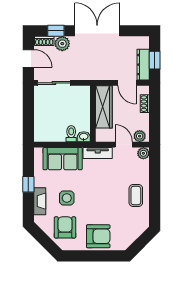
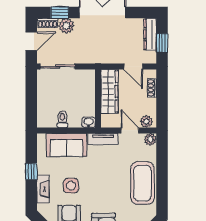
door: (28, 58) -> (31, 41), hinge flipped
dresser: (143, 65) -> (150, 34), moved
toilet: (71, 134) -> (62, 119), moved
coffee table: (136, 196) -> (142, 183), width x1.86, depth x1.72

